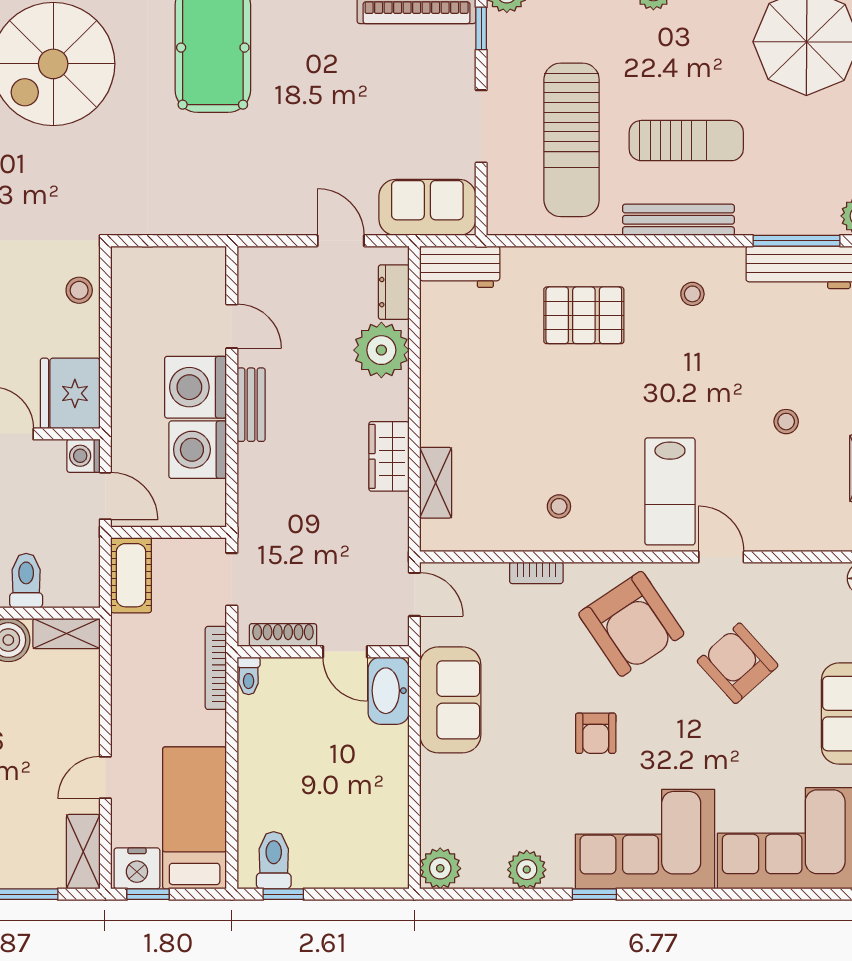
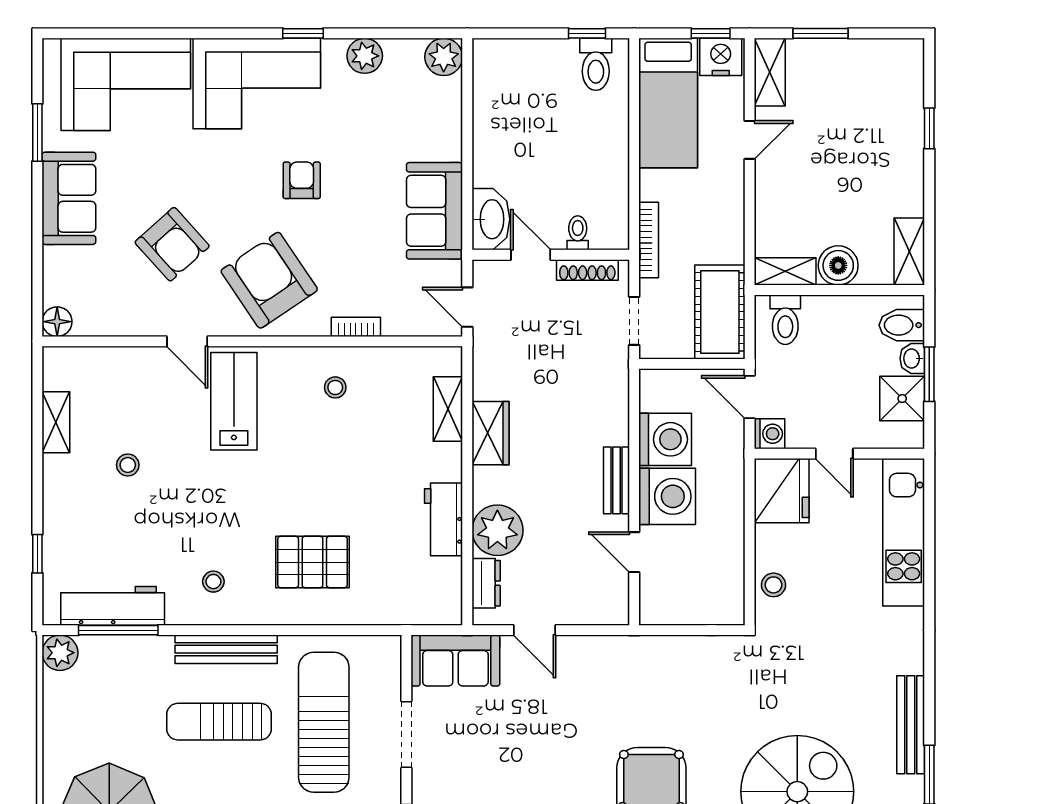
workbench: (460, 267) -> (444, 519), moved, turned -90
cot: (131, 575) -> (720, 312), width x1.37, depth x1.34
toilet: (26, 581) -> (785, 320), moved
toilet: (249, 676) -> (578, 233), moved

